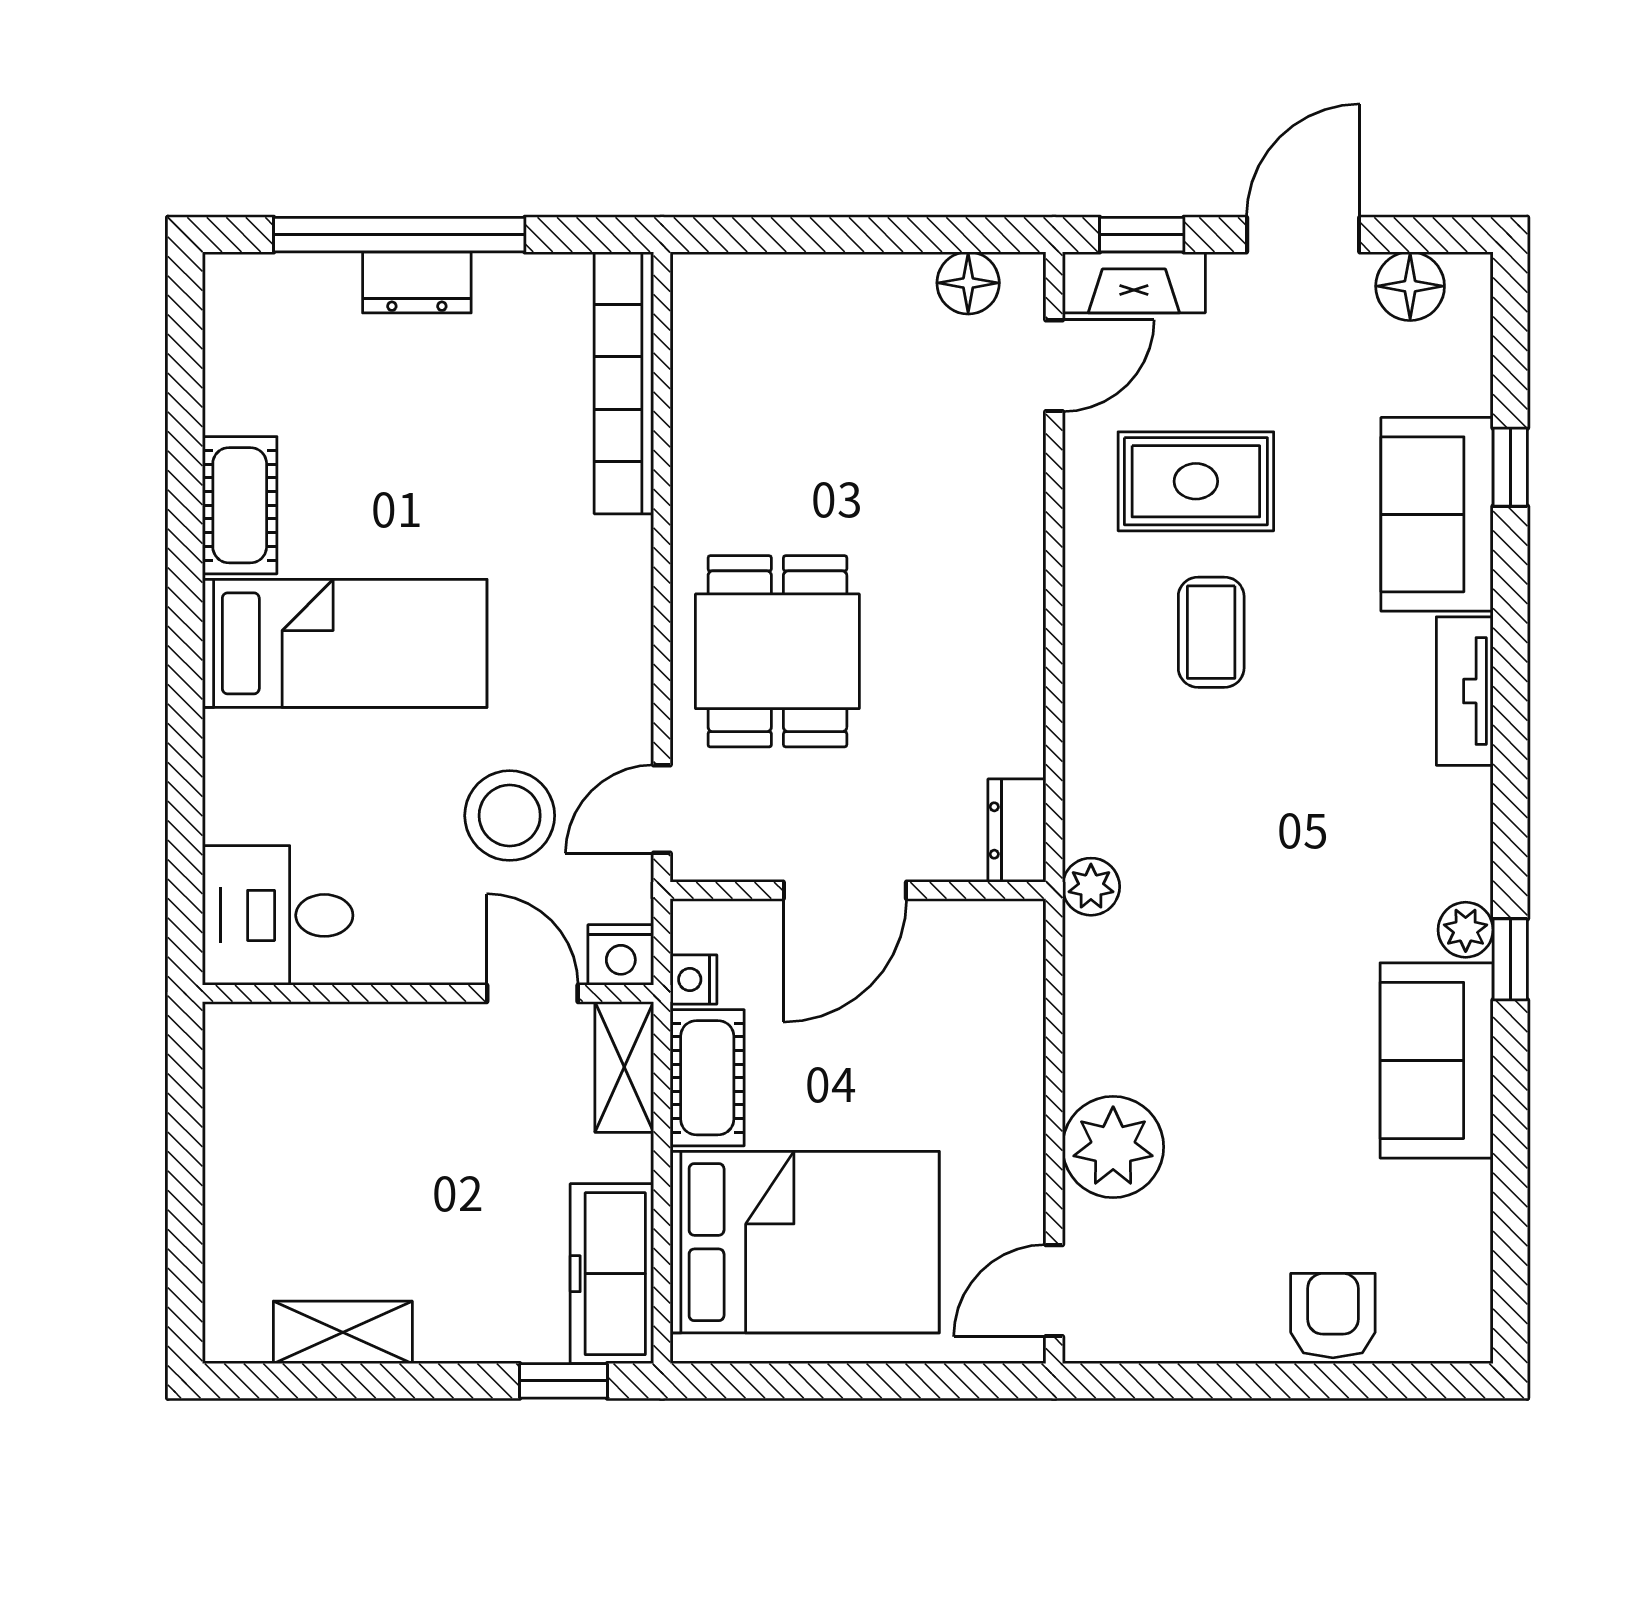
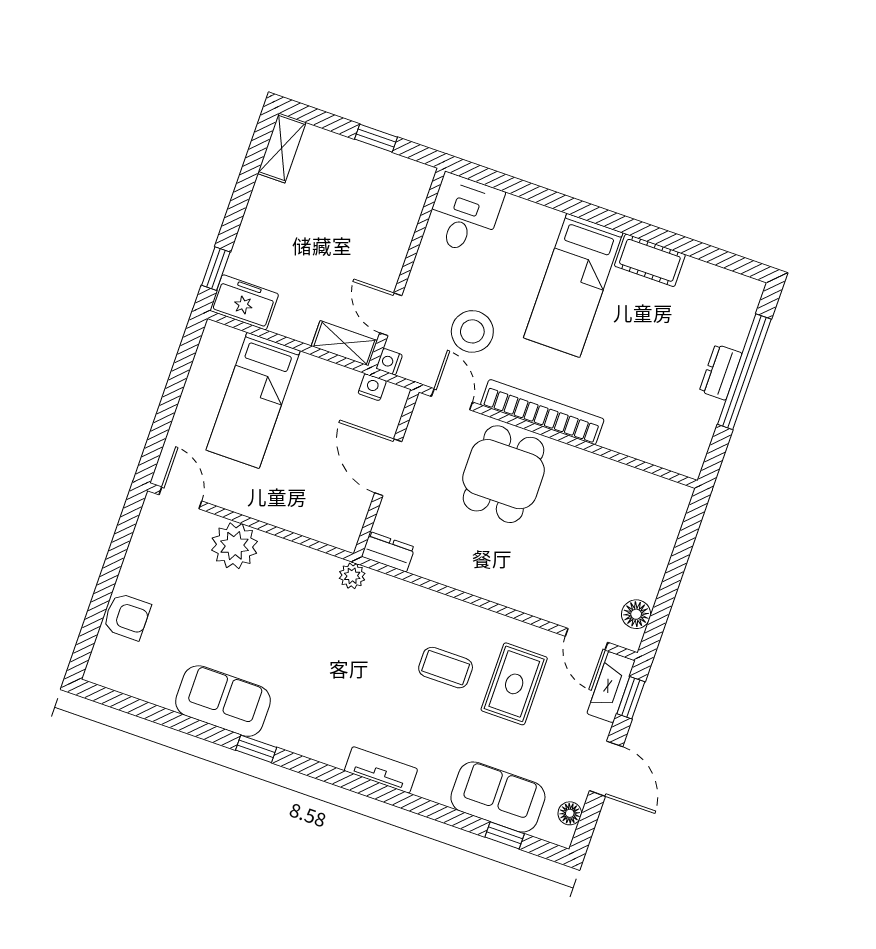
floor lamp: (1410, 286) -> (570, 813), width x0.73, depth x0.73
bookcase: (624, 383) -> (542, 412), moved
window: (1510, 467) -> (505, 835), moved
sofa: (1437, 514) -> (498, 797), moved
dining table: (777, 651) -> (504, 474), turned 90
plant: (1466, 930) -> (276, 734), removed
nightstand: (621, 955) -> (389, 362), width x0.72, depth x0.74
door: (532, 993) -> (391, 314), swing flipped
cot: (707, 1078) -> (327, 378), removed
window: (185, 1148) -> (376, 138), added
bed: (805, 1242) -> (253, 400), width x0.67
freezer: (612, 1274) -> (244, 302), width x0.71
shelving: (343, 1332) -> (282, 148), moved

